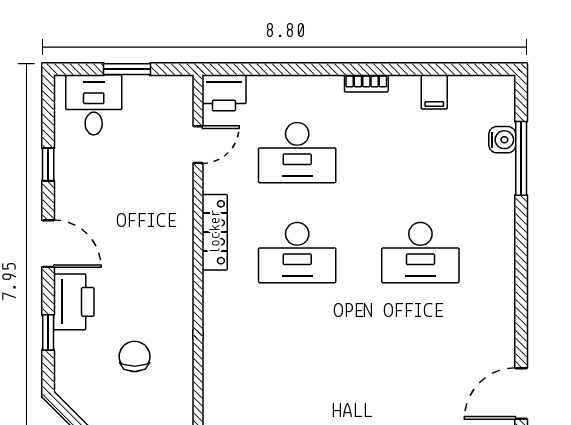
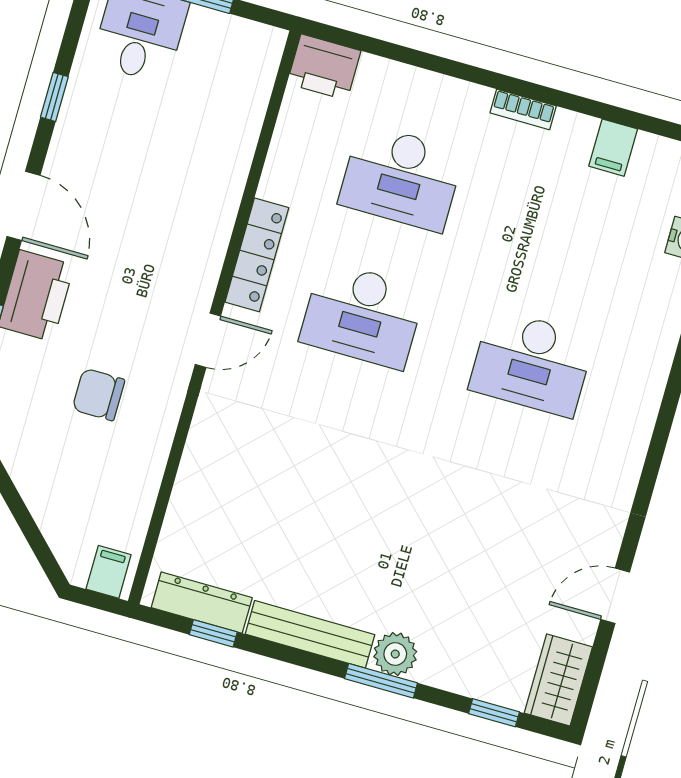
door: (198, 145) -> (208, 340), moved
chair: (135, 356) -> (98, 395), turned -90
door: (521, 394) -> (615, 596), width x0.73

